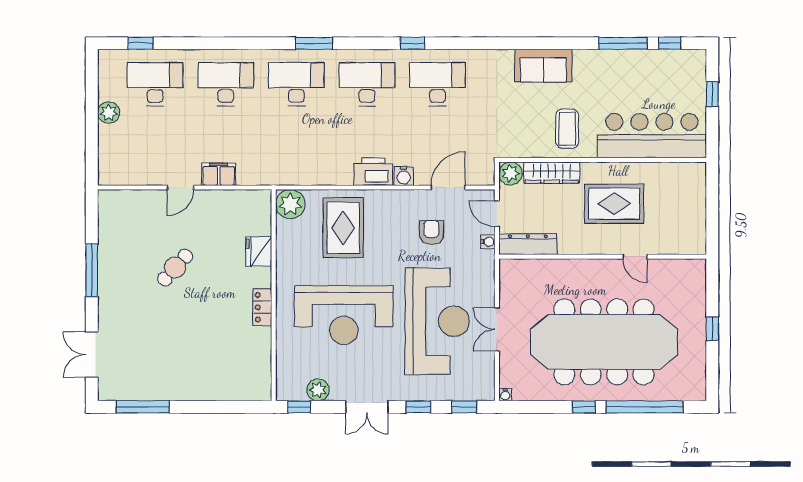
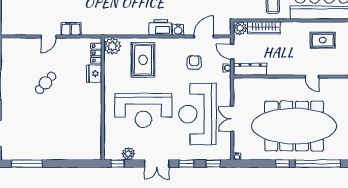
rug: (614, 204) -> (323, 40), moved, width x0.73, depth x0.70
locker: (262, 307) -> (96, 53), moved
reception desk: (437, 321) -> (198, 114), turned 180

